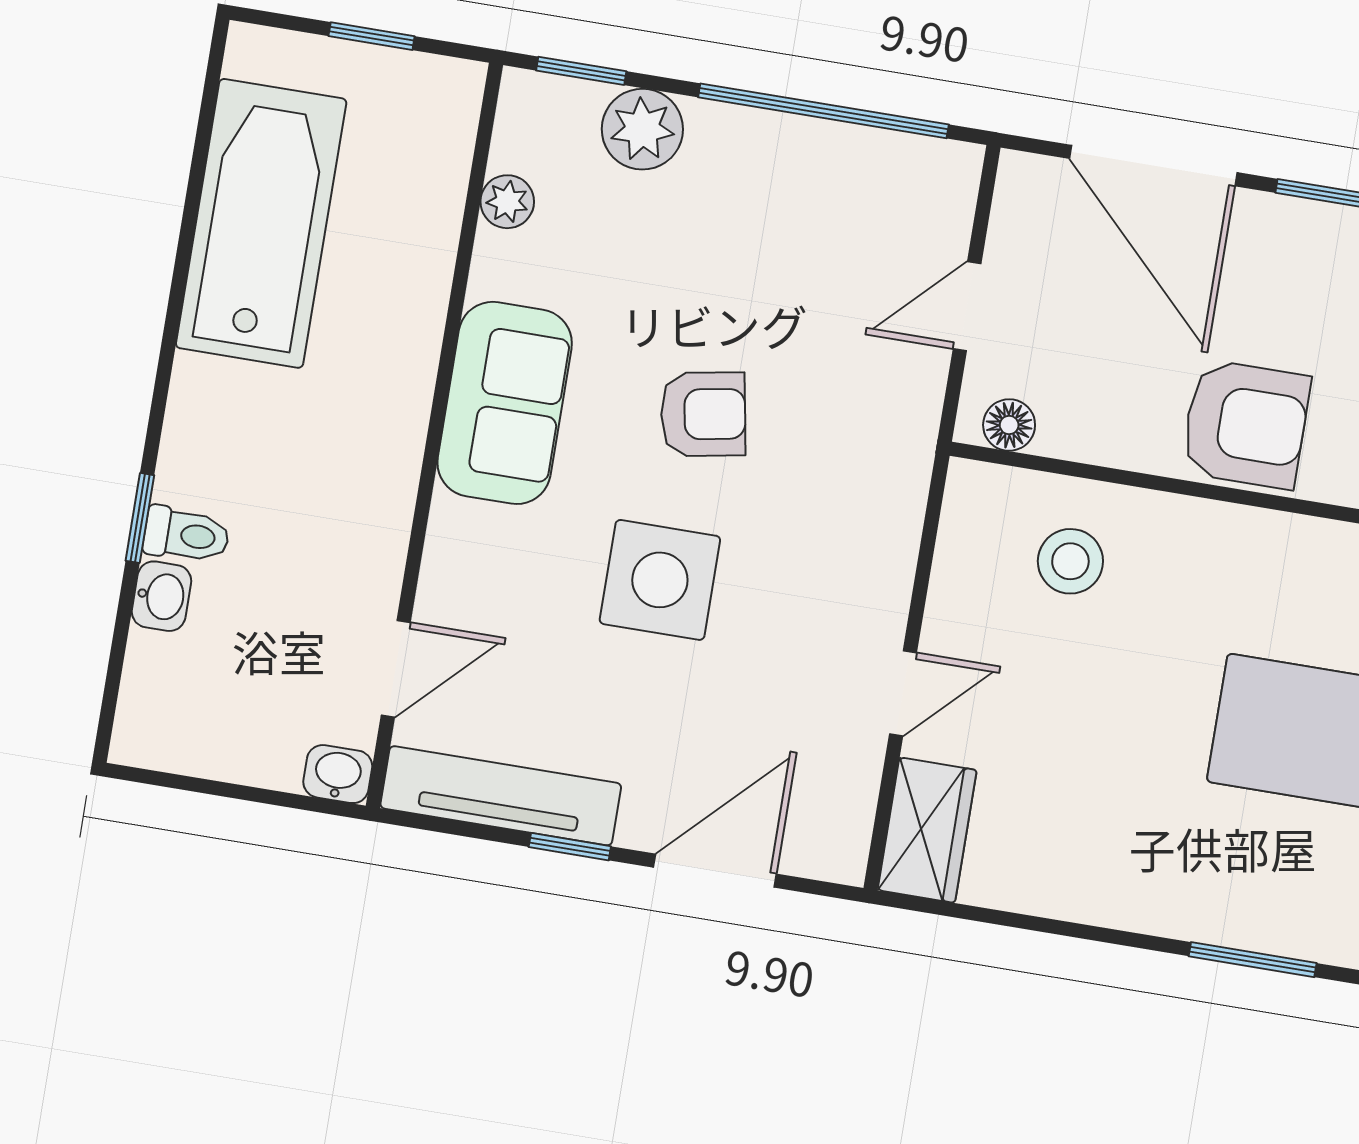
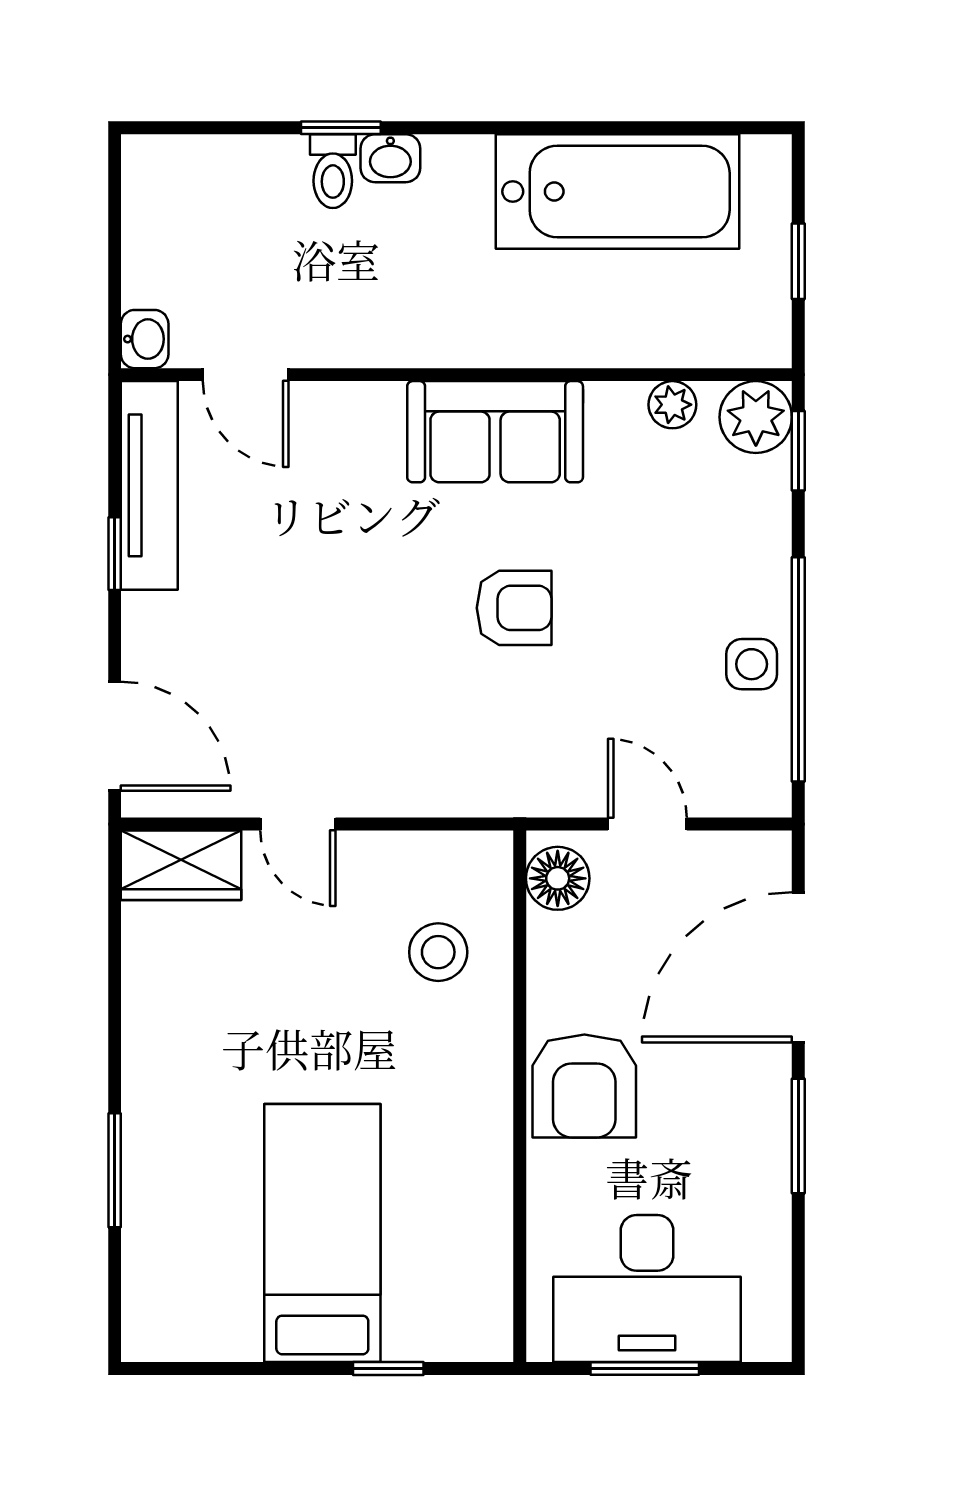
plant: (642, 129) -> (756, 417), moved
armchair: (703, 414) -> (514, 608), turned -80
floor lamp: (1009, 425) -> (558, 878), width x1.37, depth x1.37
side table: (660, 580) -> (752, 664), moved, width x0.54, depth x0.54
washbasin: (161, 596) -> (390, 158), moved
door: (715, 871) -> (115, 736), moved

